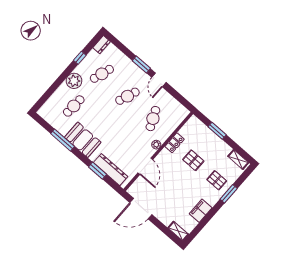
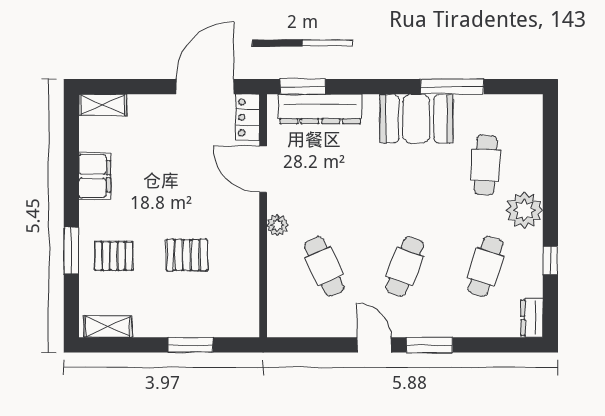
locker: (175, 143) -> (248, 117), moved
window: (97, 171) -> (303, 87), moved

